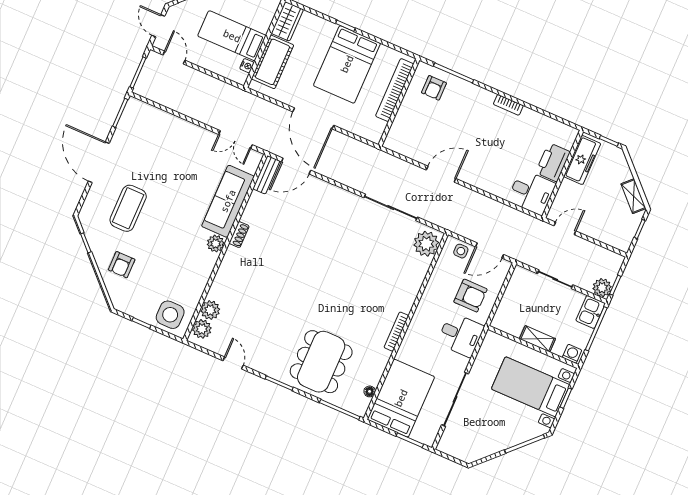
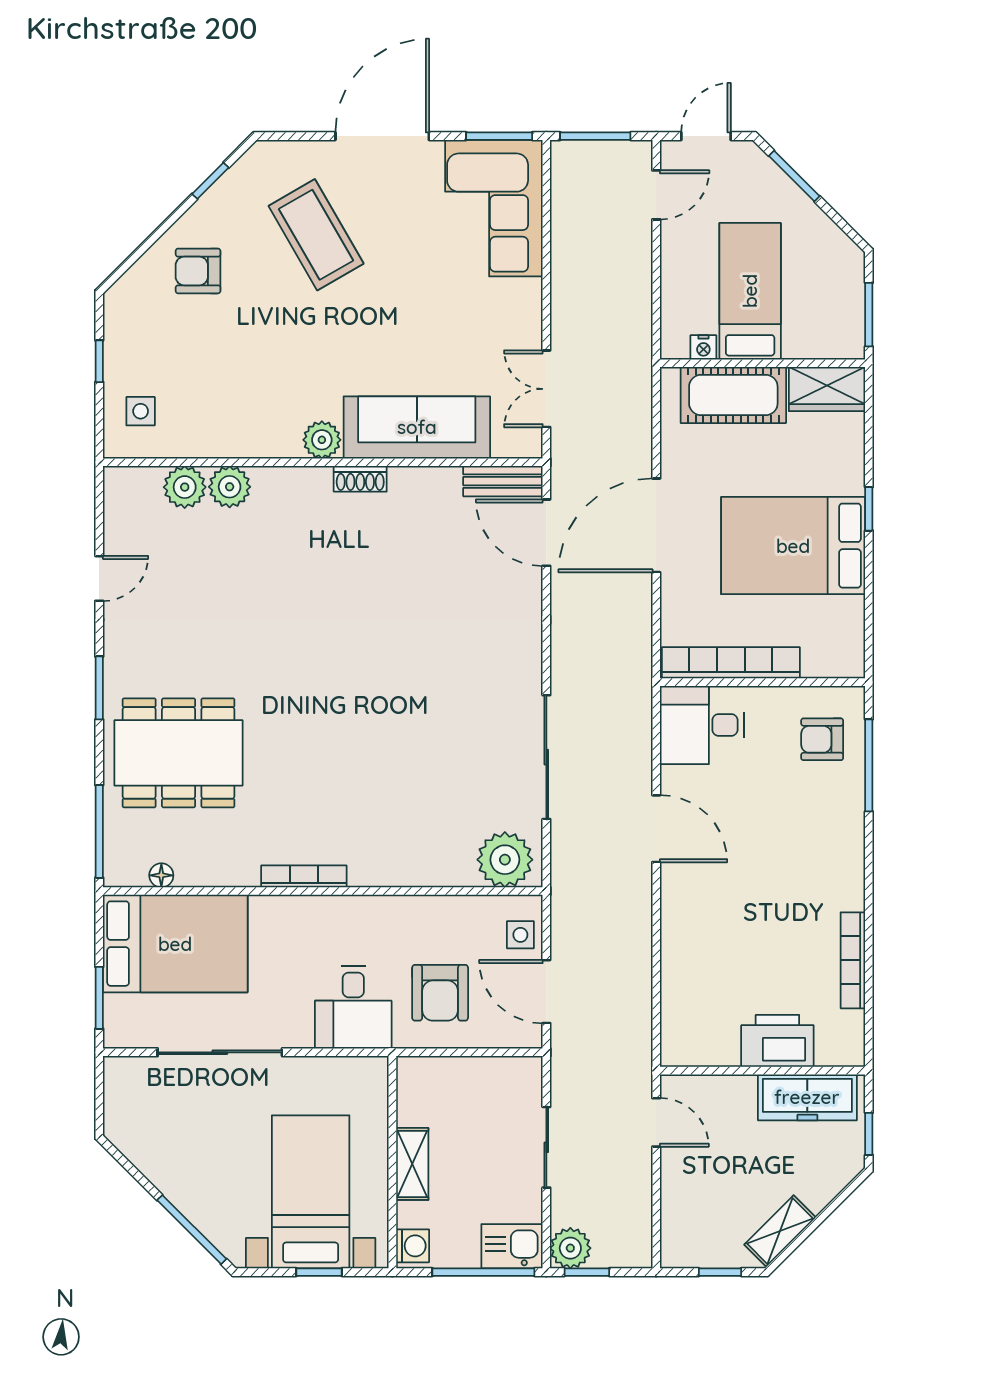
bookcase: (395, 90) -> (731, 663), moved
bookcase: (508, 105) -> (853, 960), moved, width x1.56
corner sofa: (150, 128) -> (494, 208), added
desk: (532, 192) -> (702, 725), moved, turned 90
coffee table: (128, 208) -> (316, 235), turned 60
side table: (170, 315) -> (141, 411), width x0.54, depth x0.54
plant: (202, 329) -> (230, 487), moved

